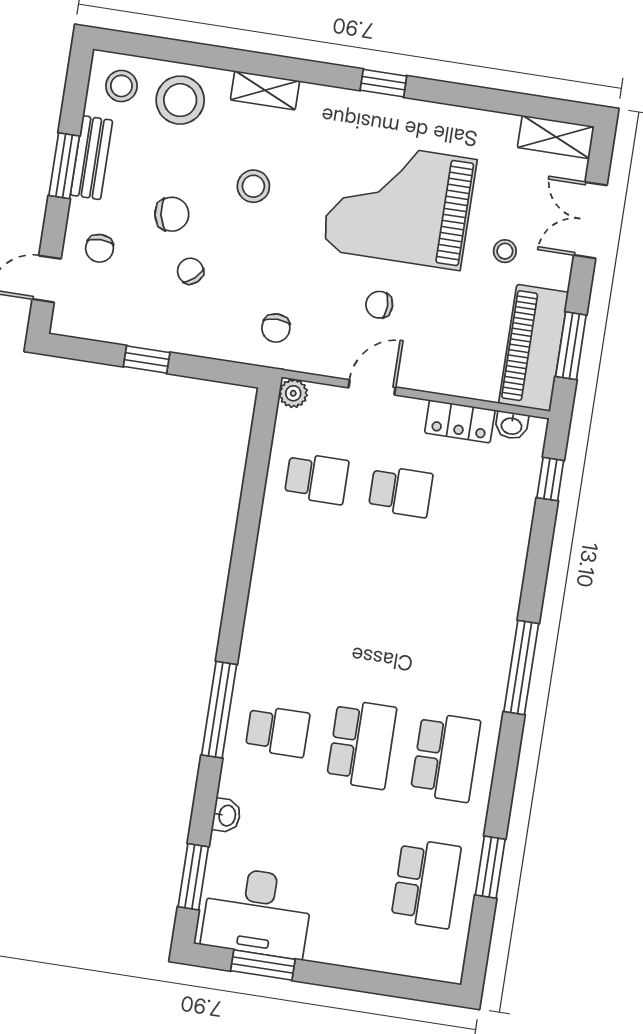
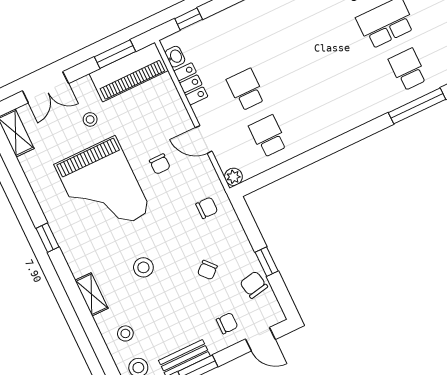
stool: (180, 100) -> (125, 333), width x0.53, depth x0.53
chair: (172, 214) -> (254, 285), moved

